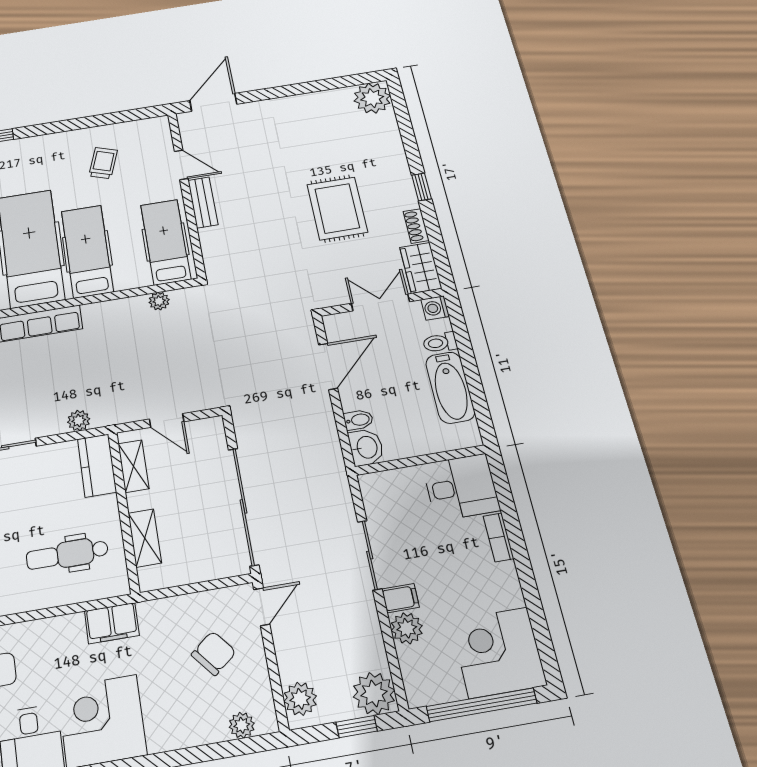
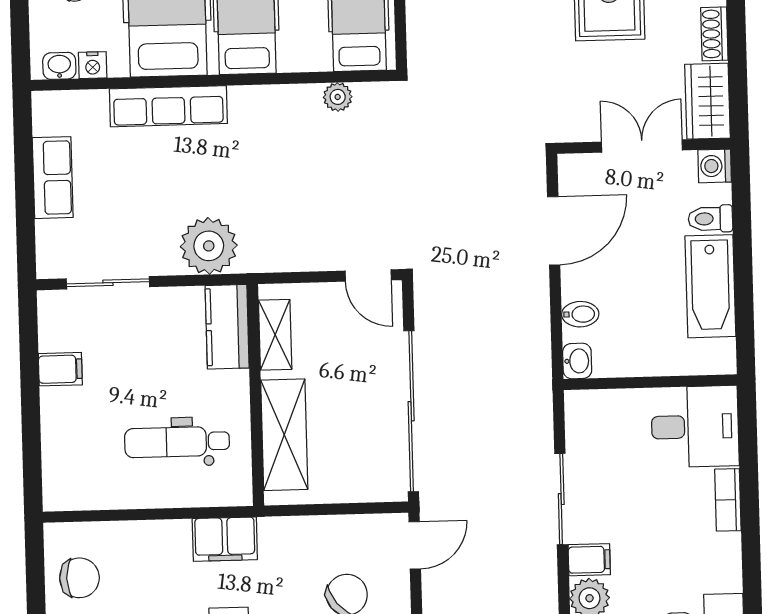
door: (167, 420) -> (368, 276), moved
plant: (79, 421) -> (209, 246), width x1.87, depth x1.87
washbasin: (366, 447) -> (577, 361), width x0.72, depth x0.69
shelving: (145, 538) -> (284, 435), width x1.50, depth x1.33

